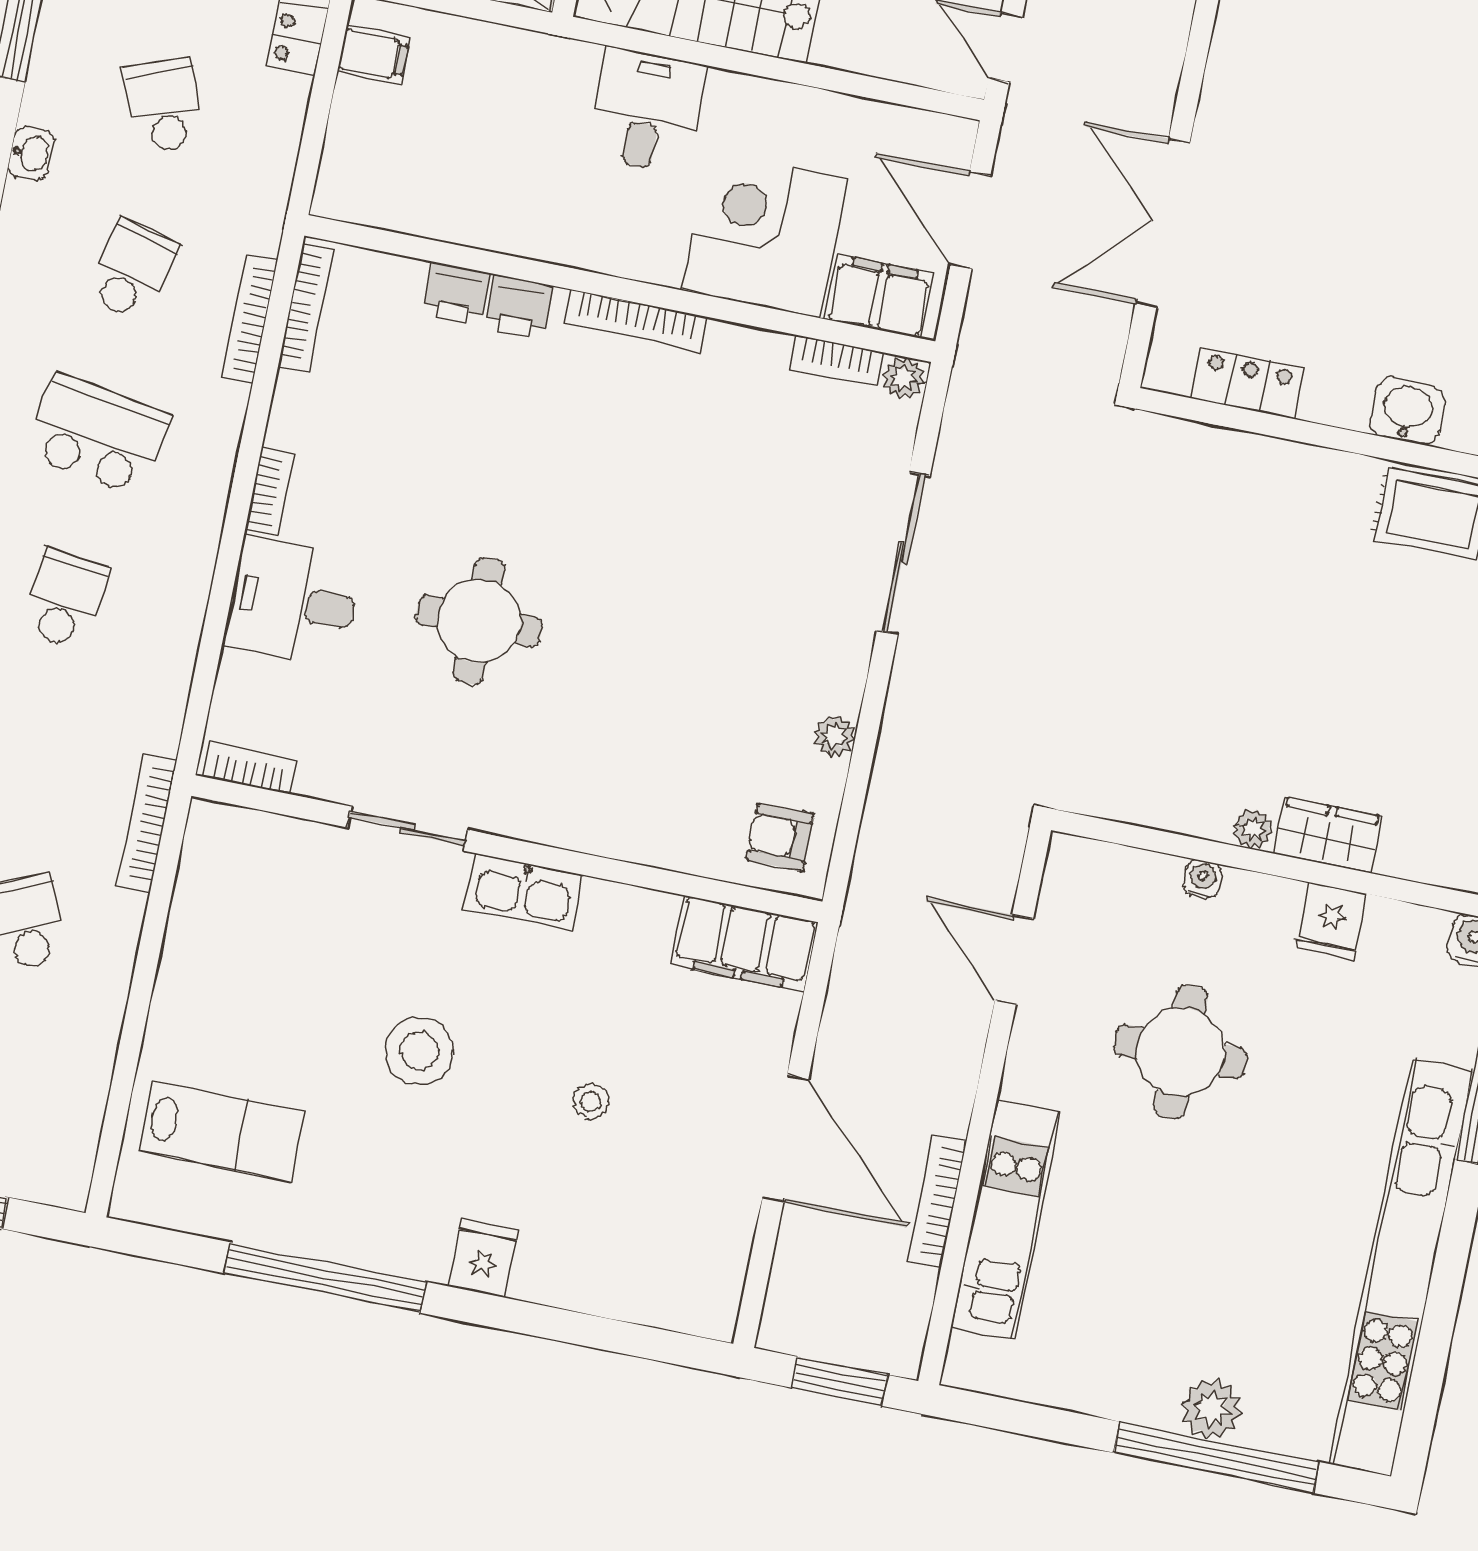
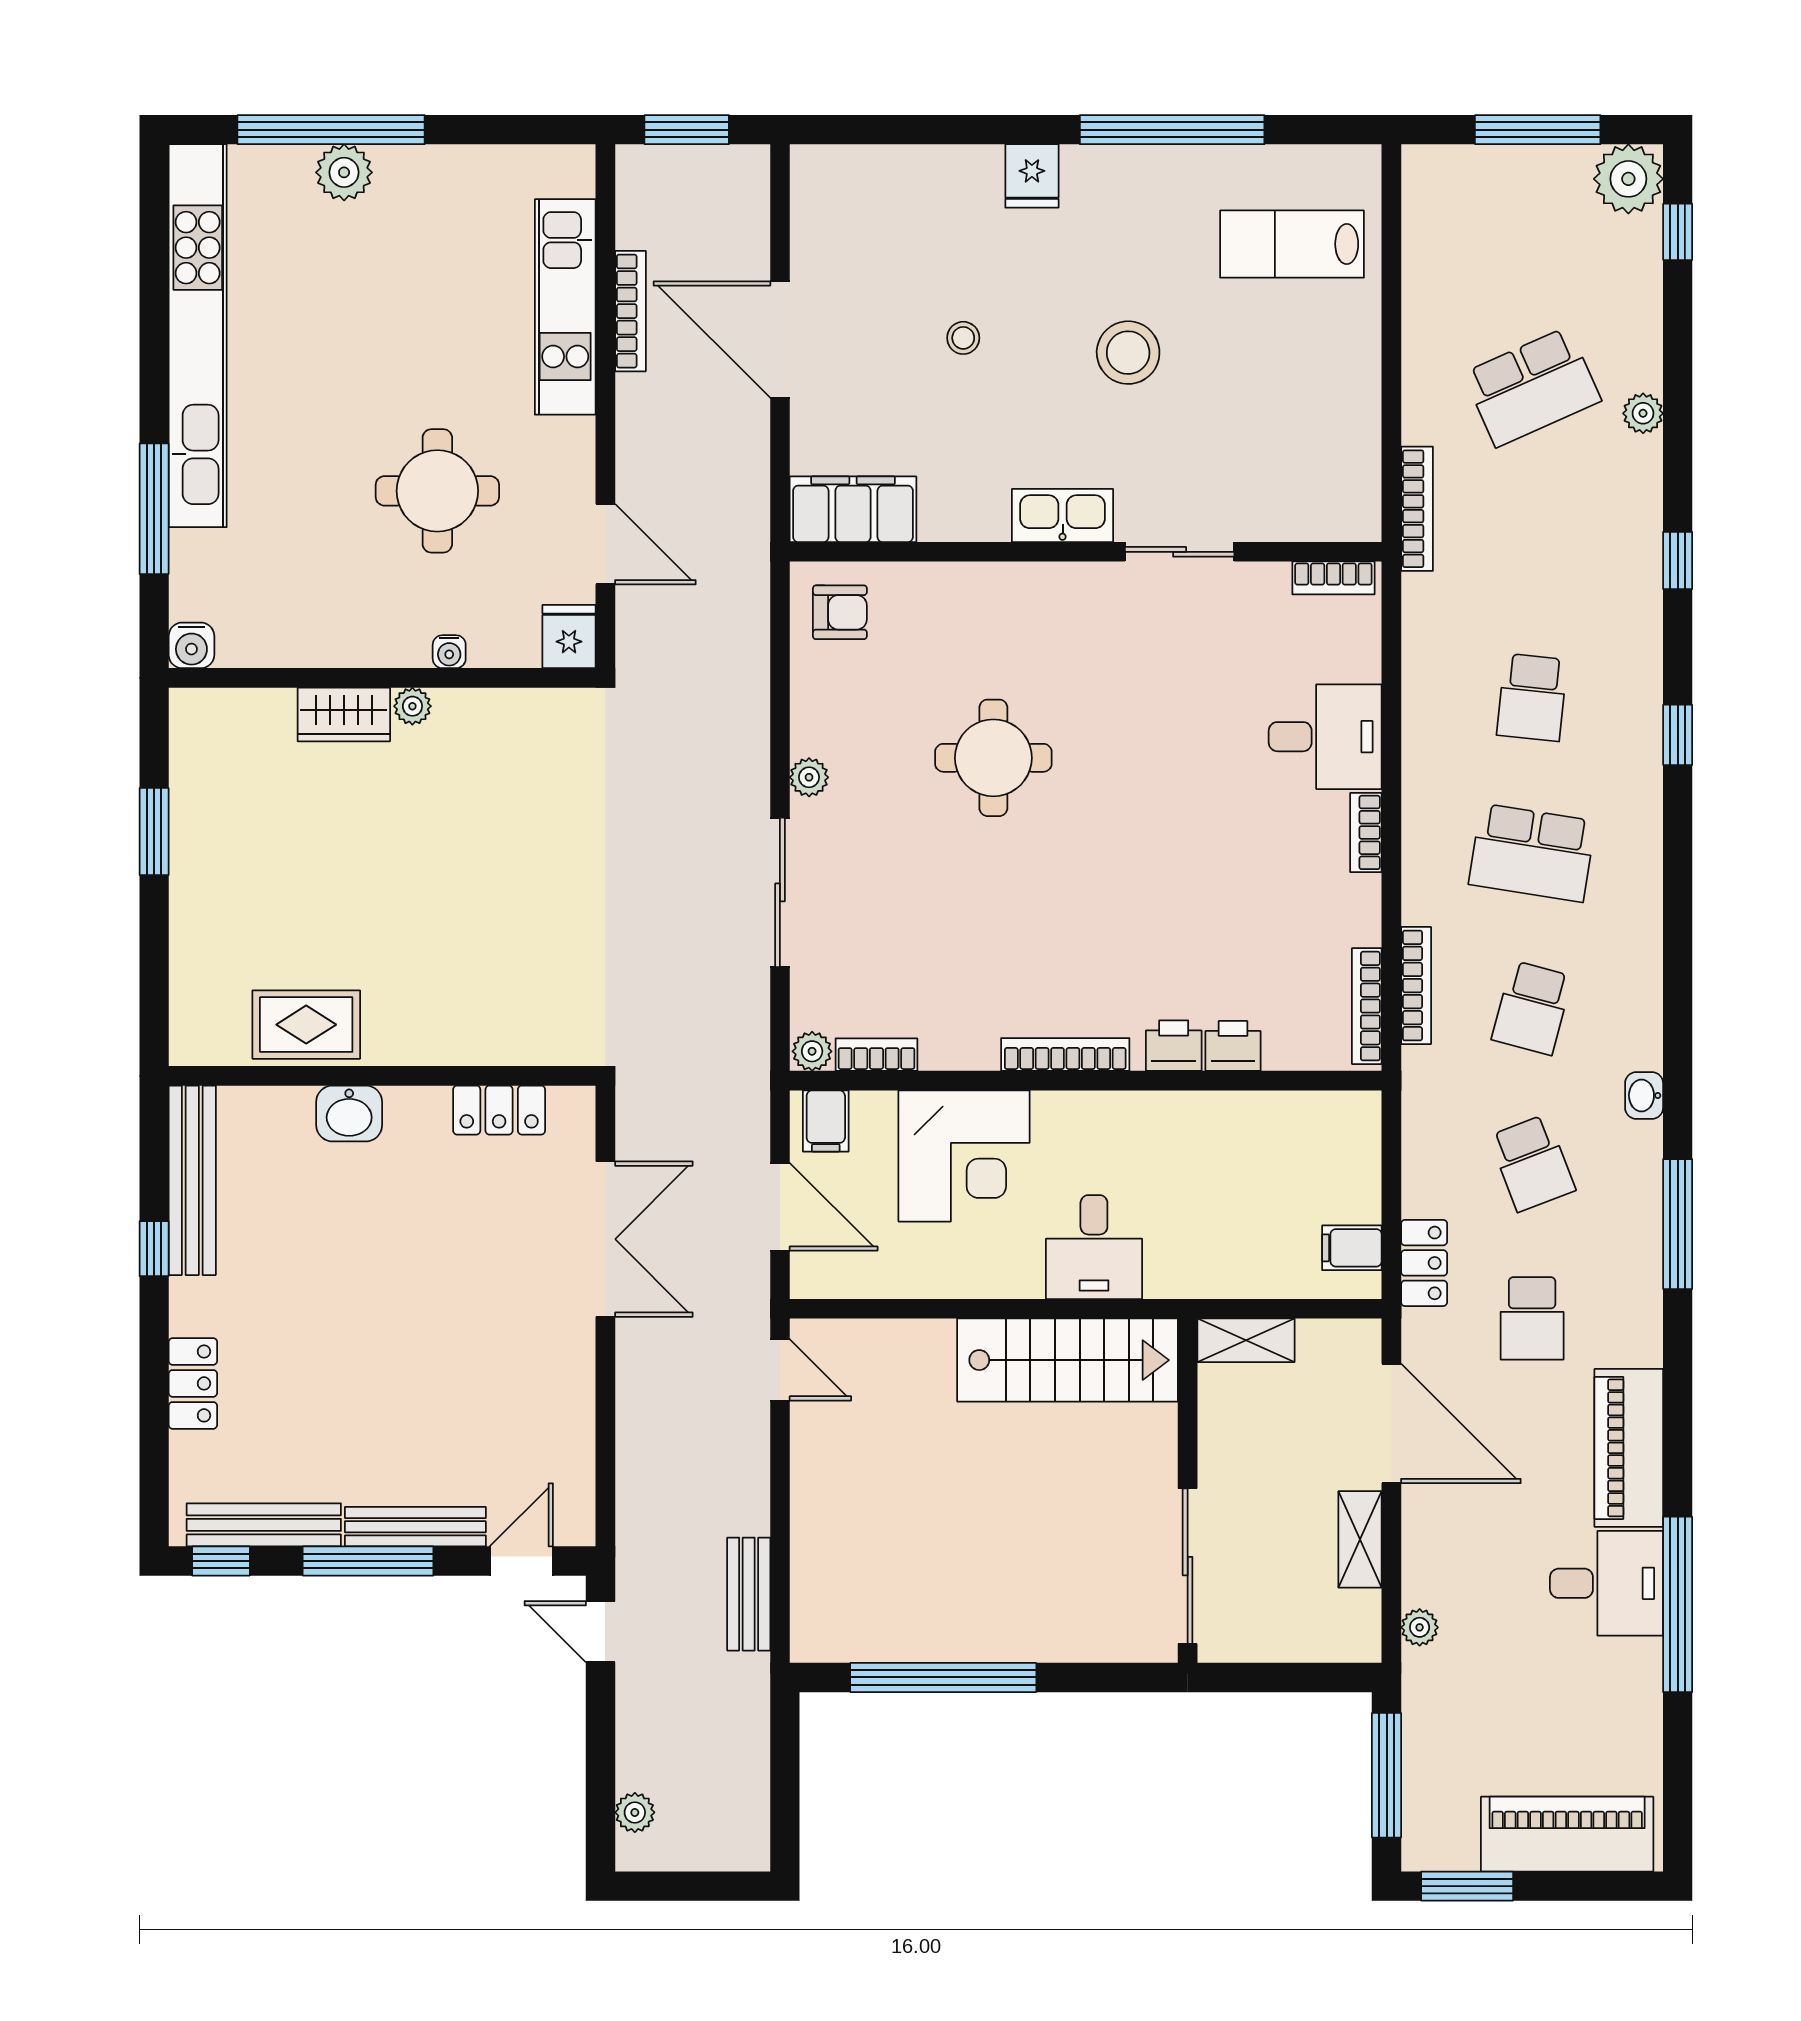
filing cabinet: (879, 296) -> (826, 1121), width x0.50
round table: (479, 621) -> (993, 758), moved
plant: (835, 736) -> (809, 777), moved
fridge: (1331, 922) -> (569, 637), moved

